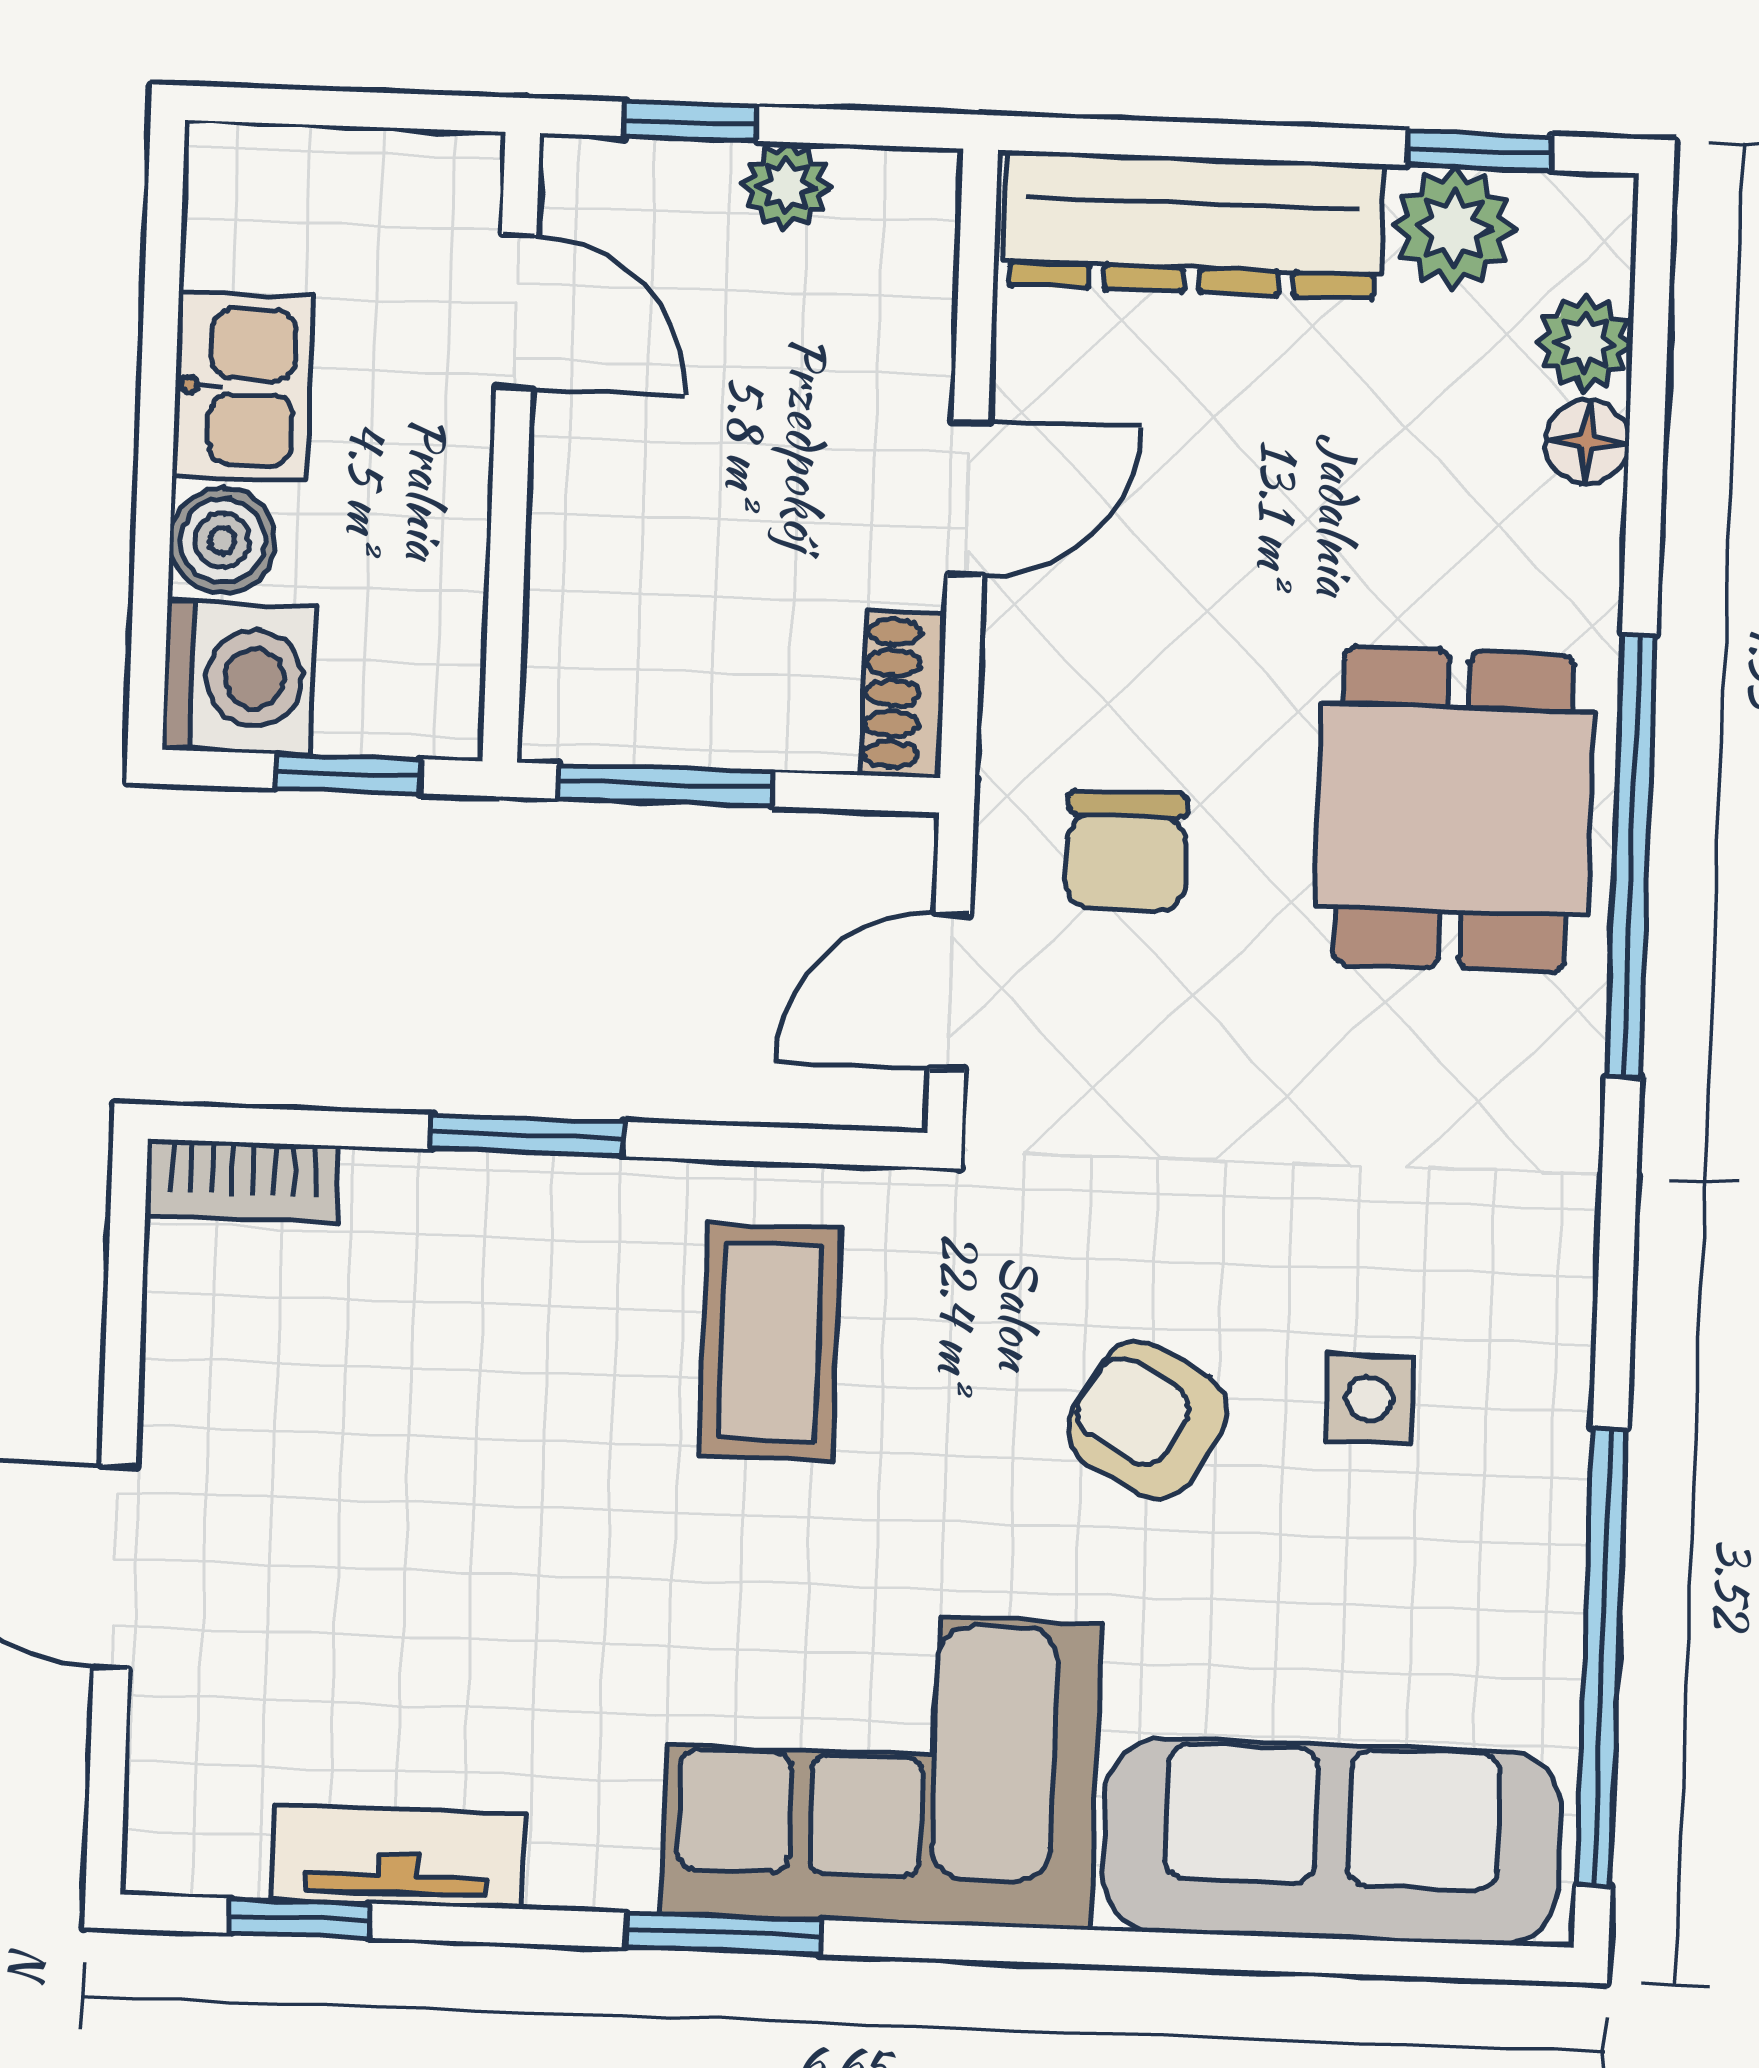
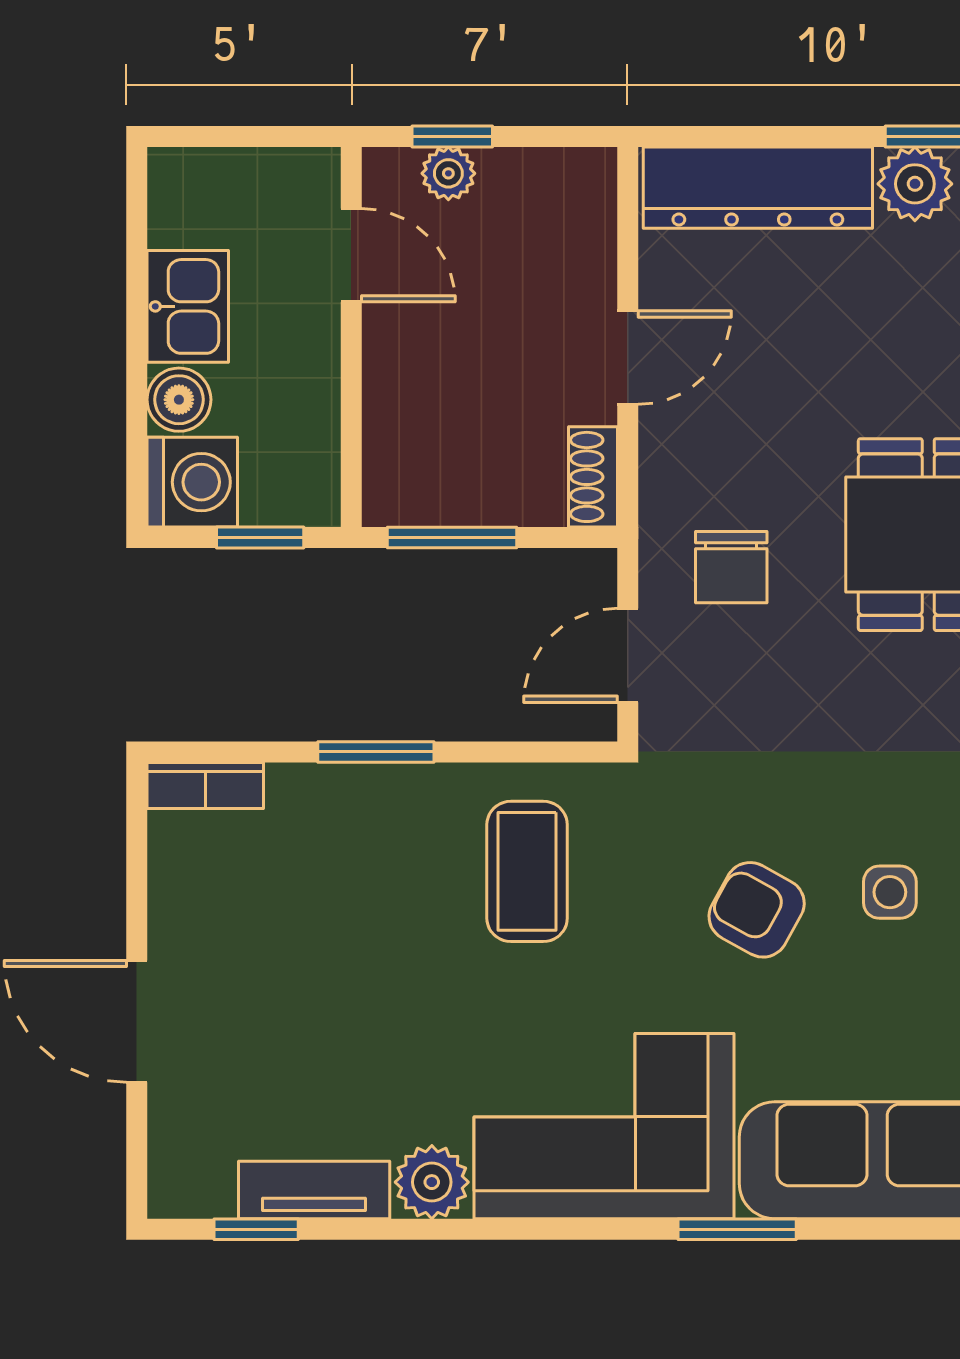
plant: (786, 186) -> (448, 173), moved
plant: (593, 1851) -> (432, 1182), added
window: (724, 1934) -> (737, 1229), moved

